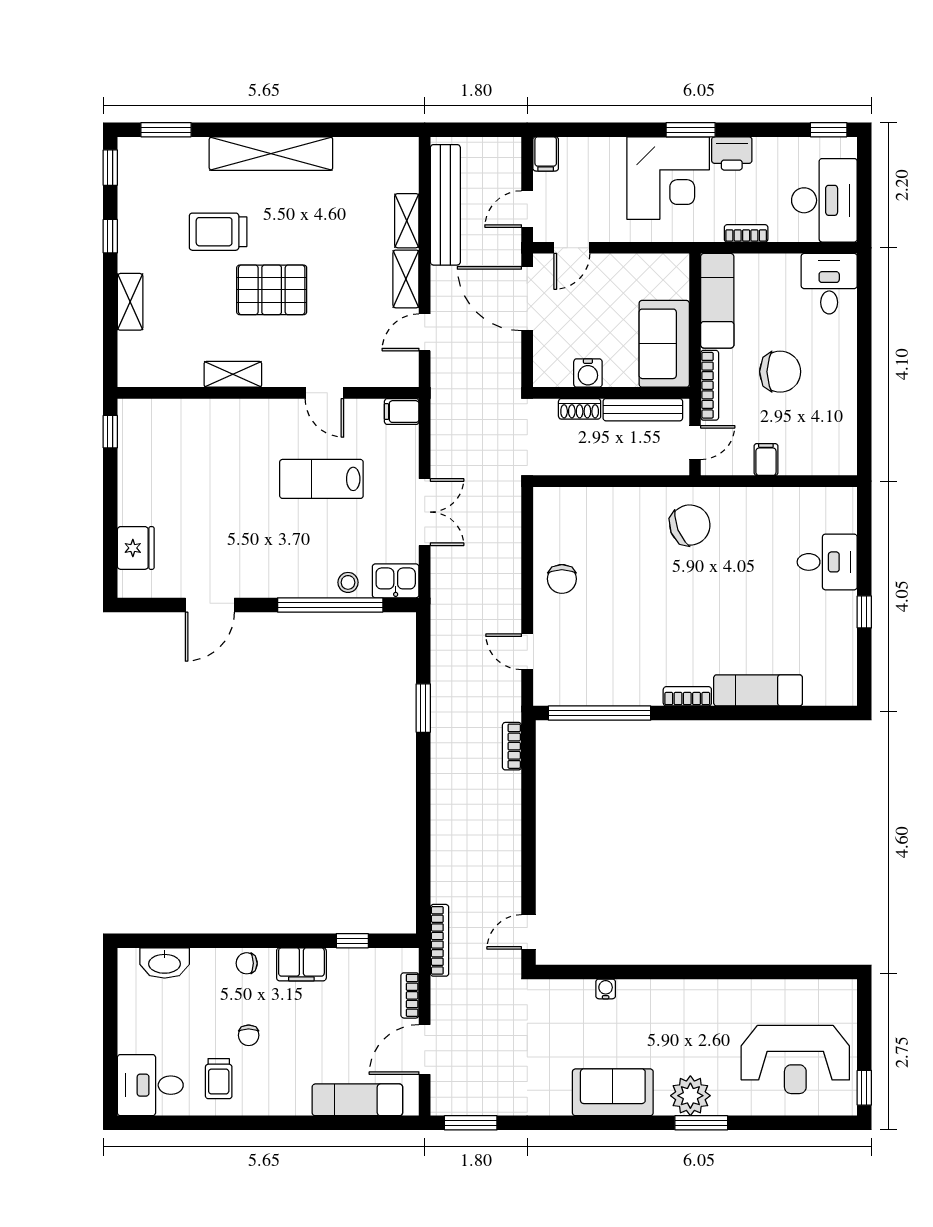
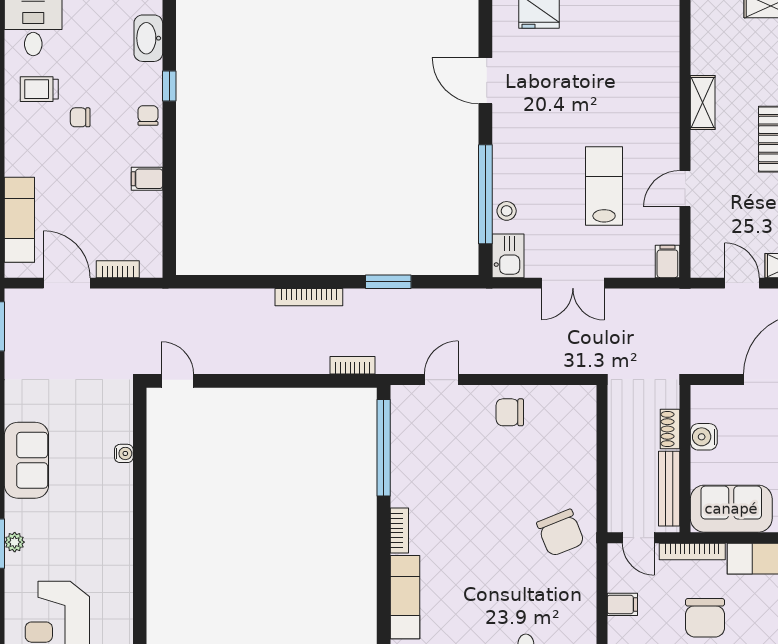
bookcase: (440, 940) -> (309, 297), moved
window: (352, 941) -> (169, 86), moved
filing cabinet: (301, 964) -> (147, 179), width x0.50
plant: (690, 1096) -> (15, 542), width x0.53, depth x0.53

